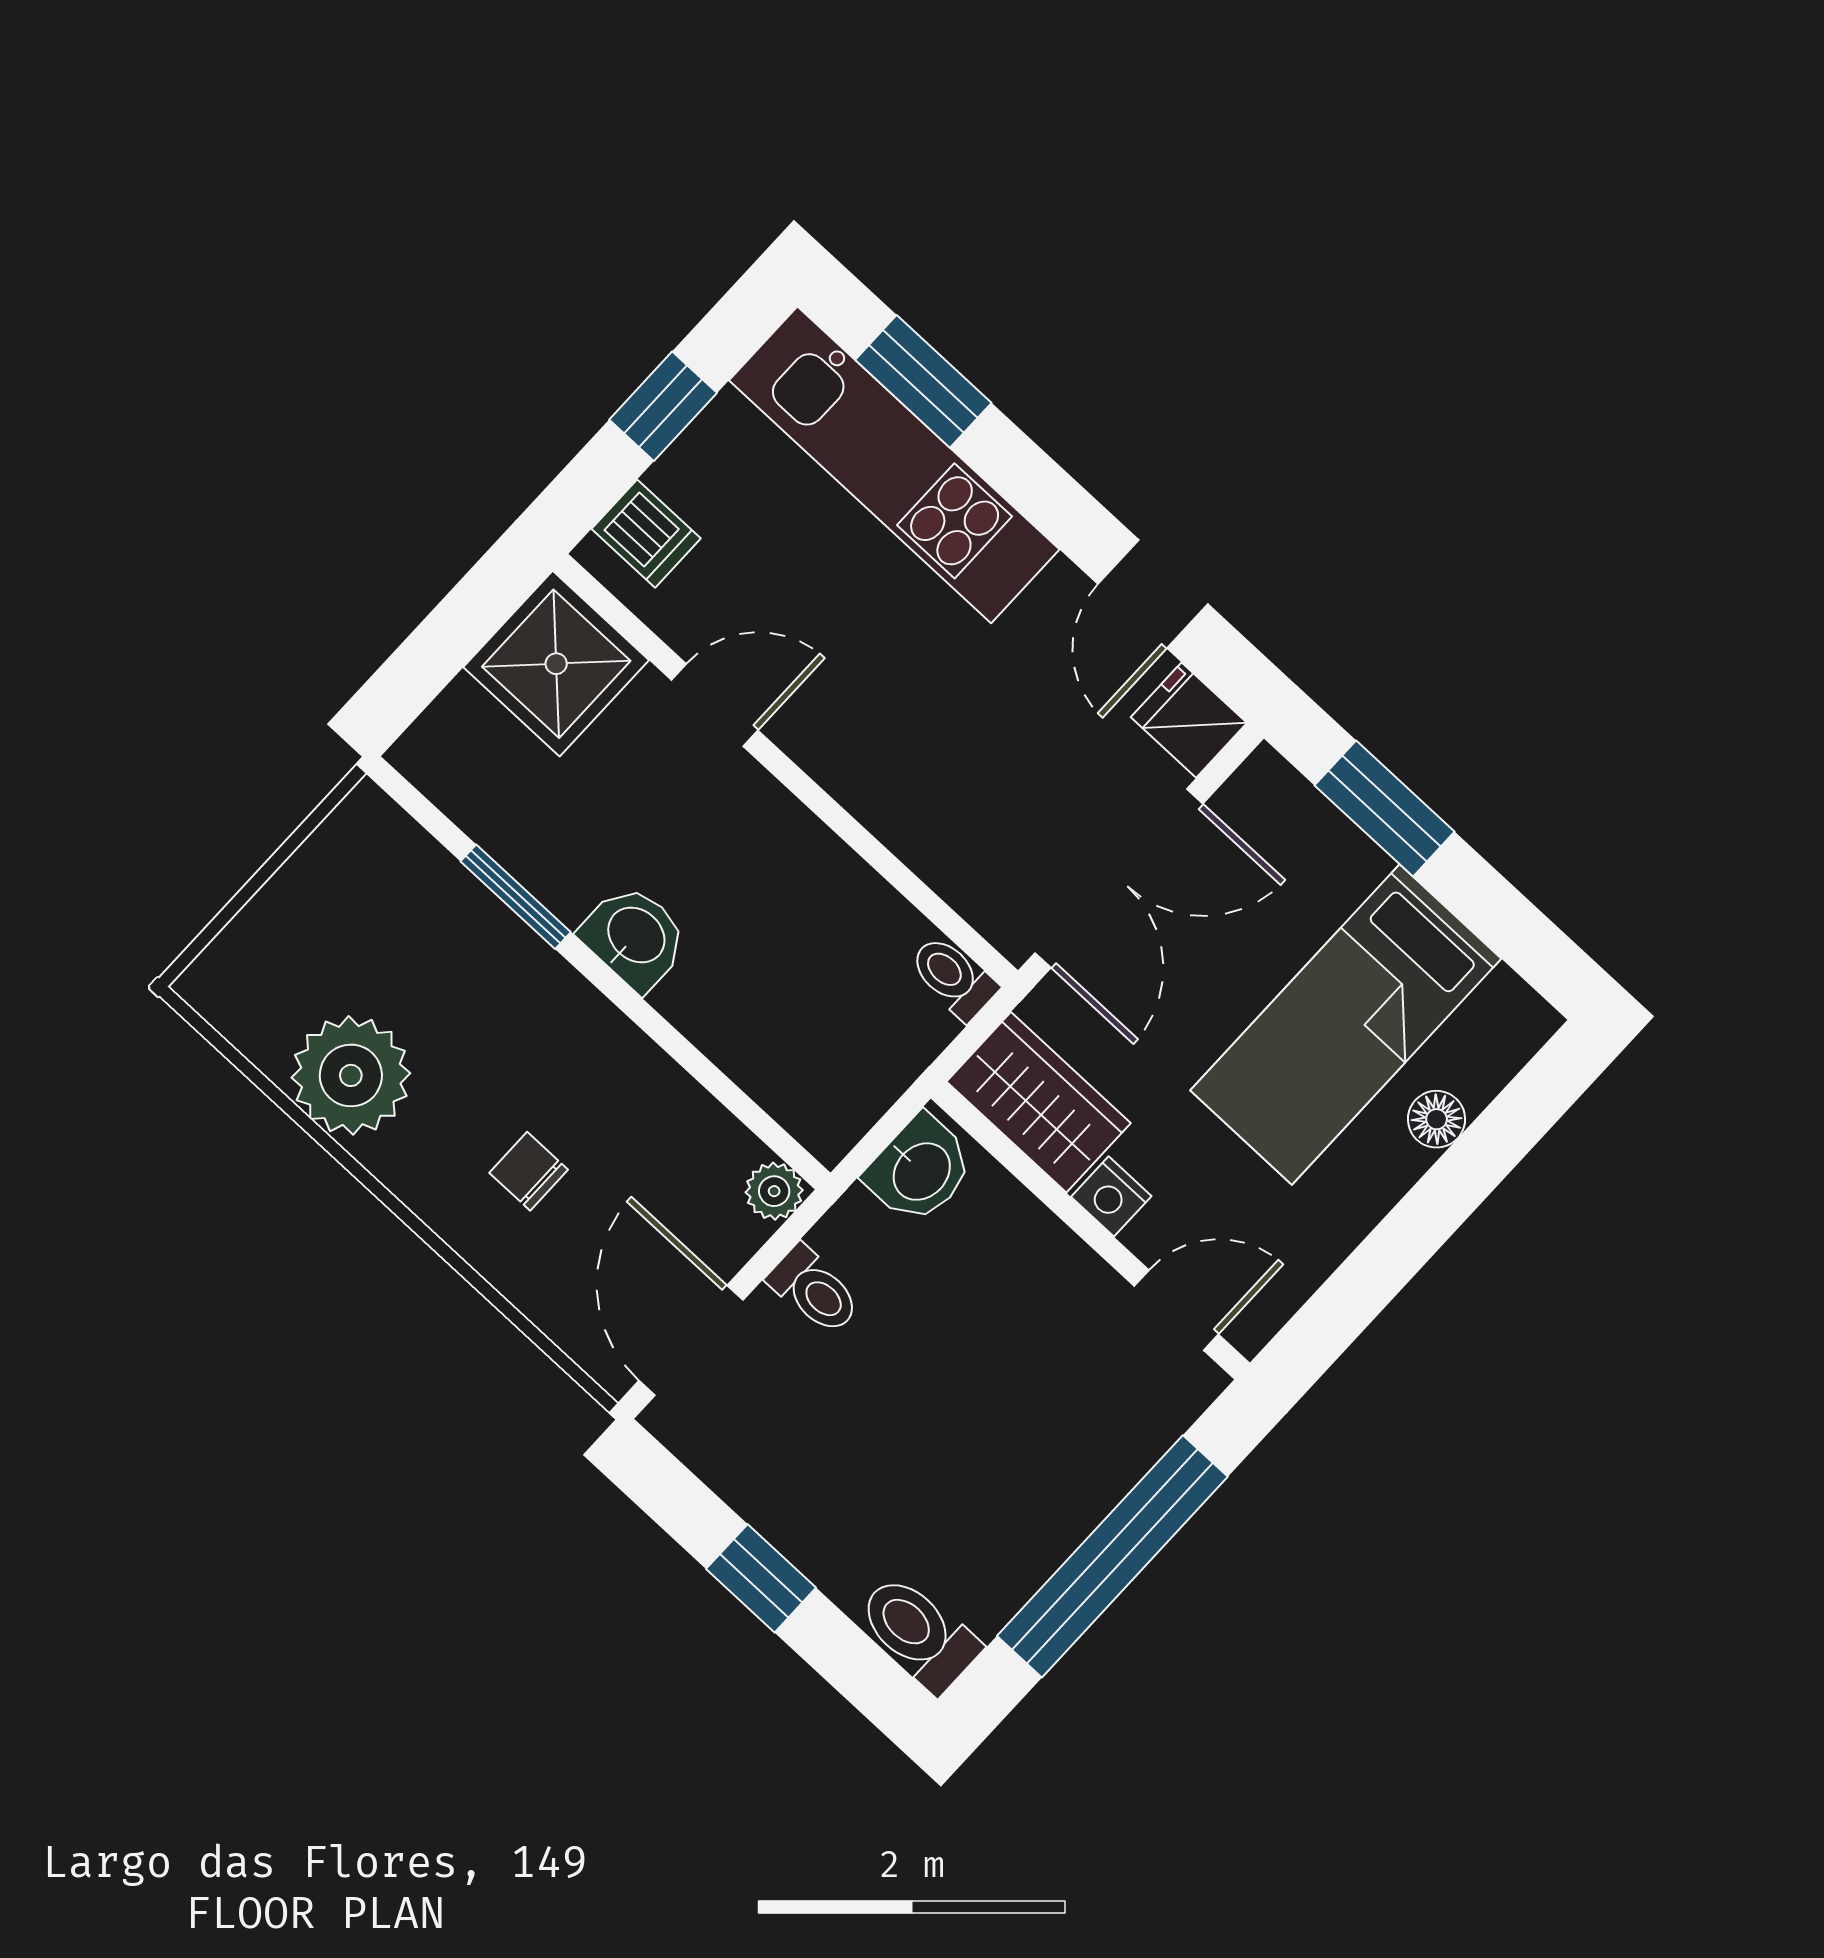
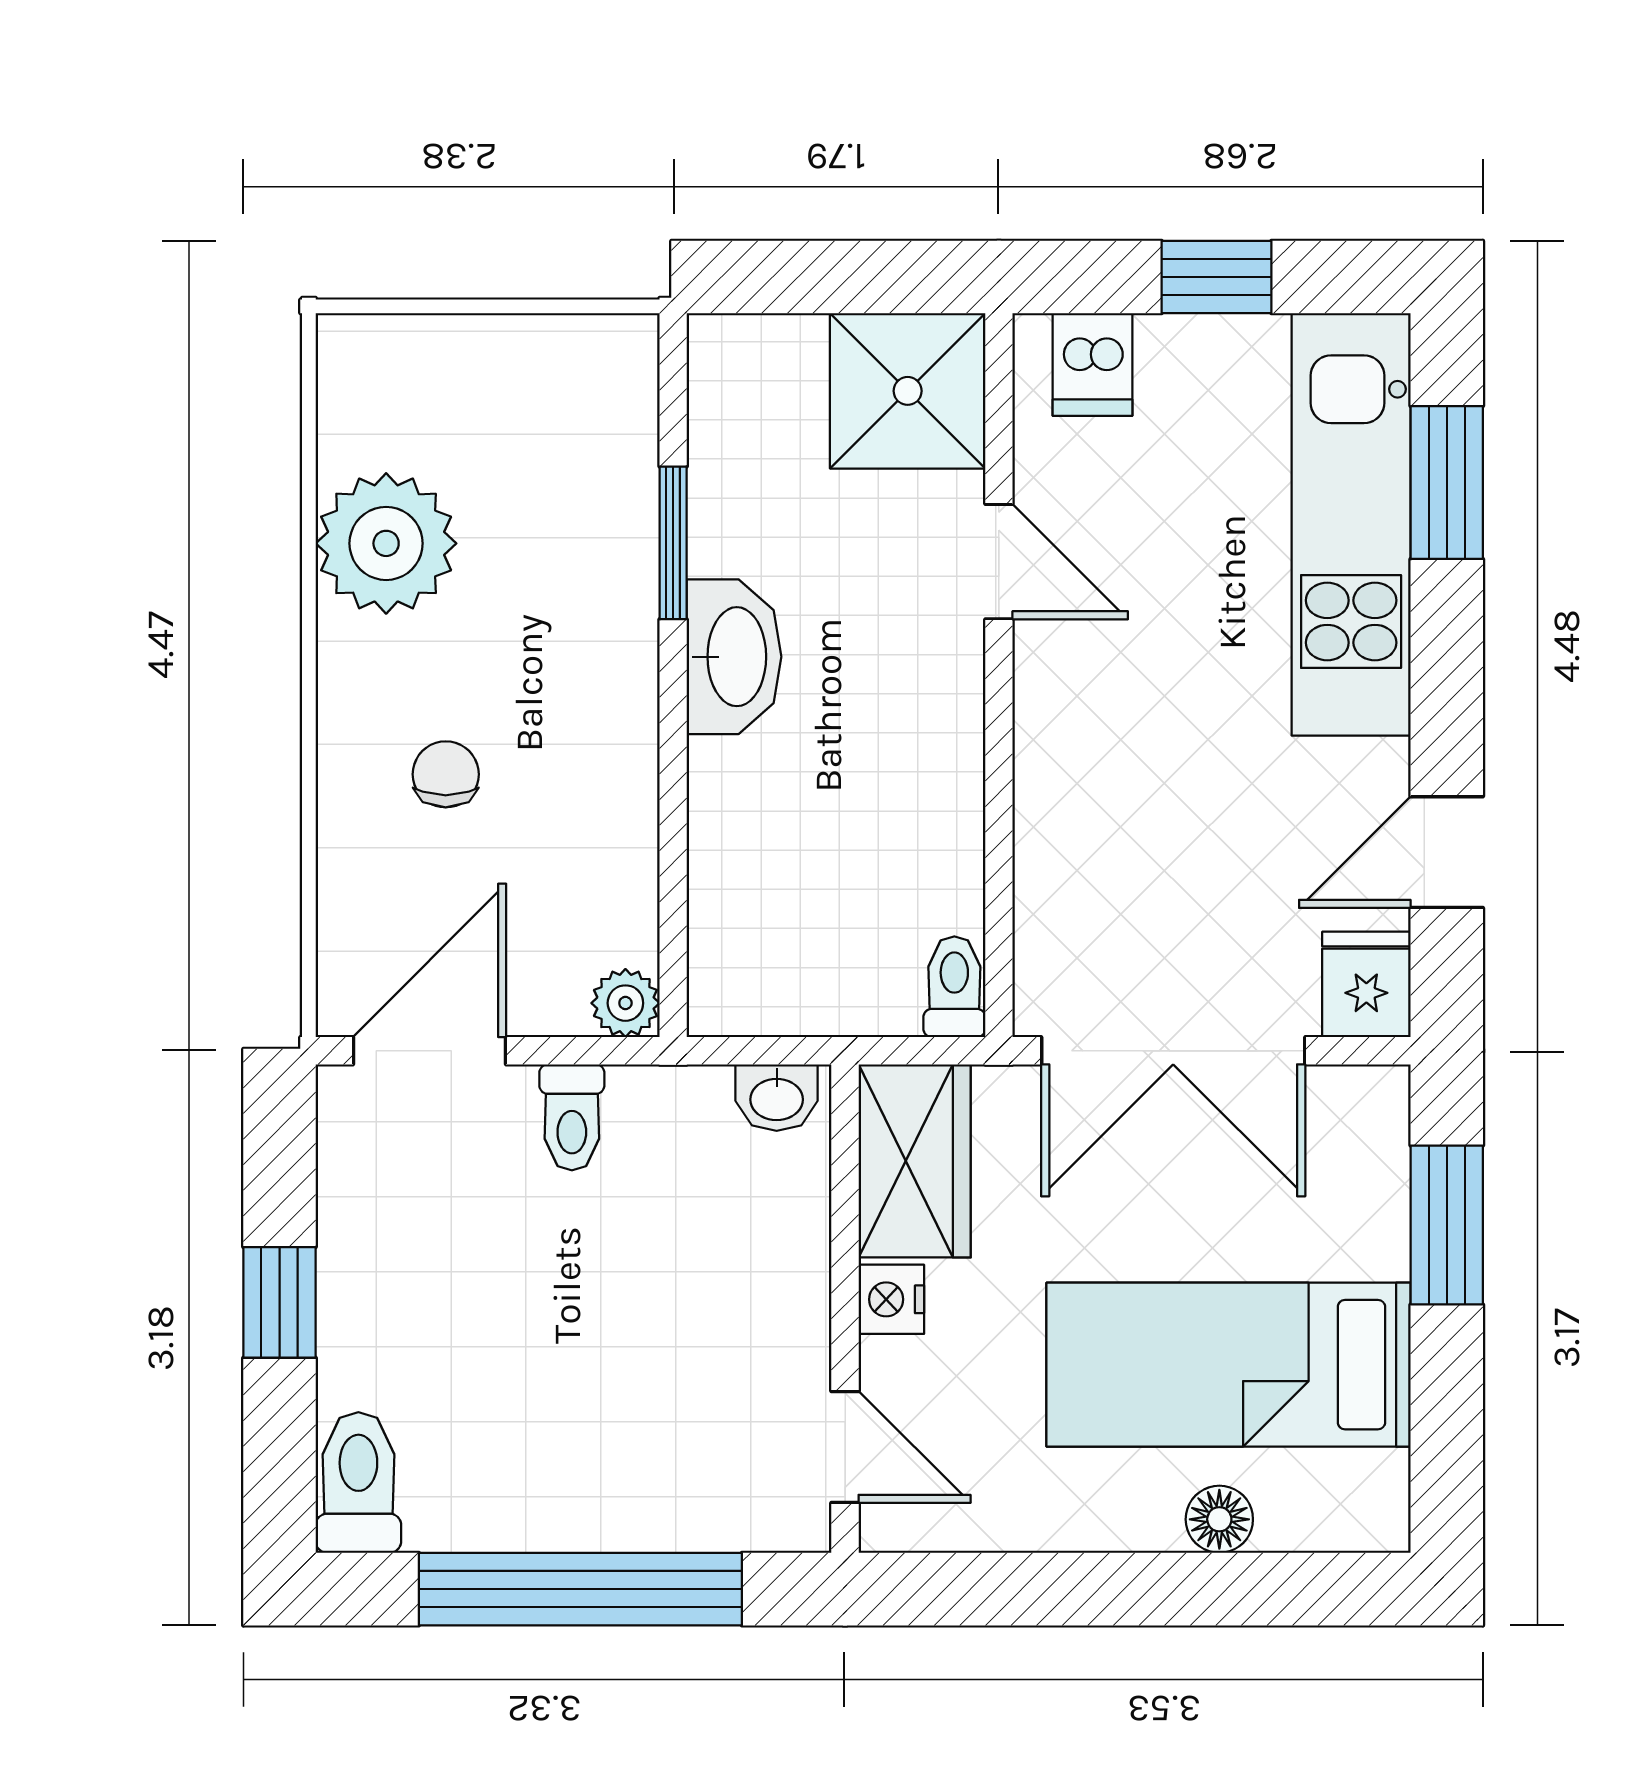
washbasin: (635, 937) -> (734, 657), width x1.38
washbasin: (920, 1170) -> (777, 1098), width x0.72, depth x0.69

